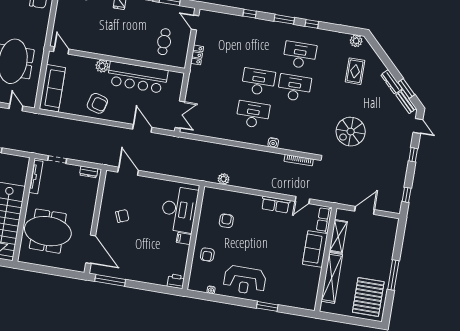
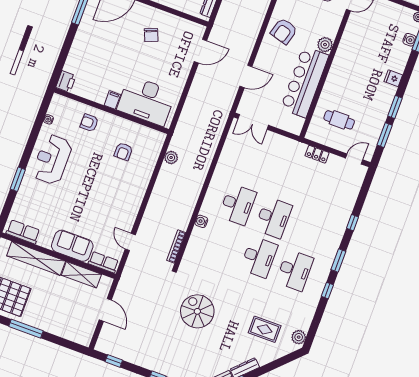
row of seats: (276, 205) -> (23, 232), moved, turned 90
armchair: (226, 221) -> (123, 152), turned 90

